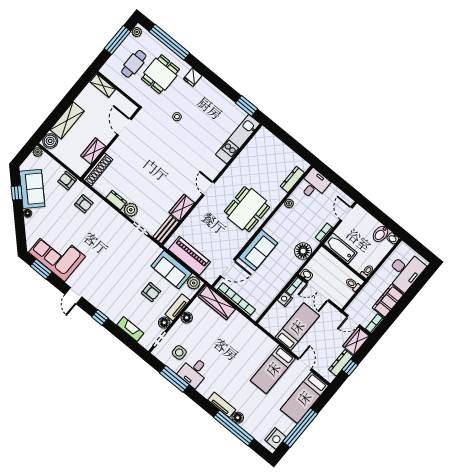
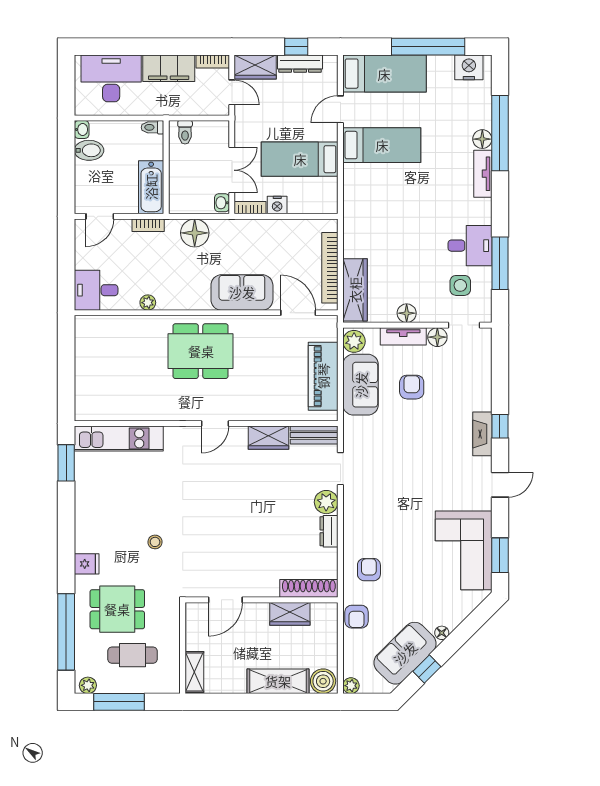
dresser: (292, 180) -> (113, 324), removed
fireplace: (130, 329) -> (482, 434), moved

